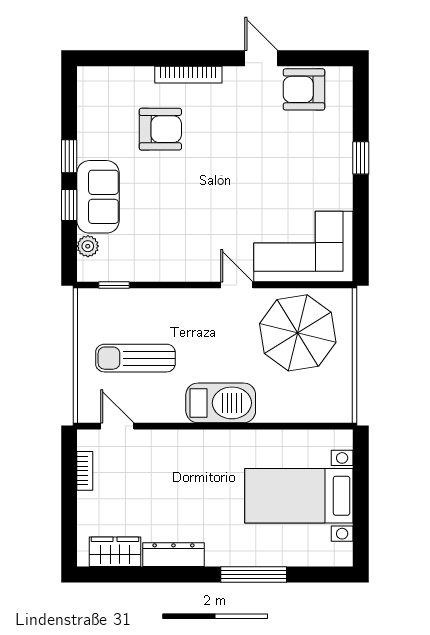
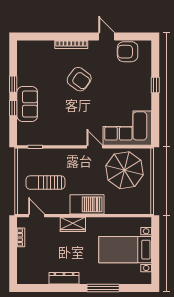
armchair: (160, 129) -> (79, 79), moved, turned 36
plant: (88, 246) -> (22, 128), removed
wardrobe: (115, 552) -> (73, 224), moved, turned 180

